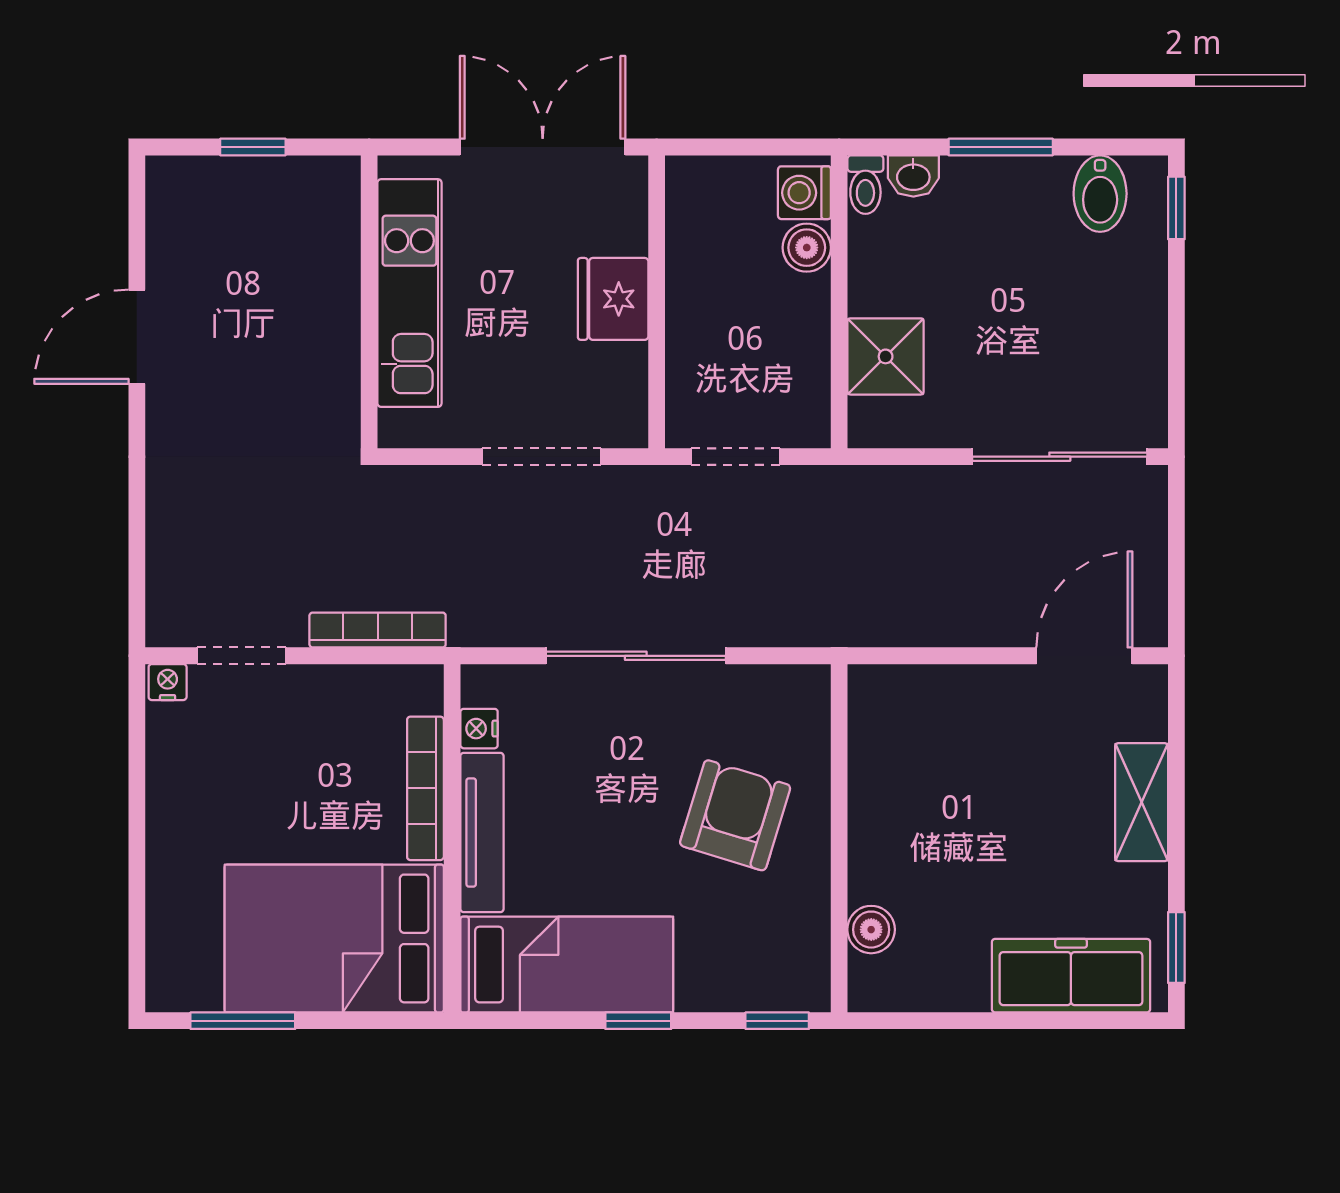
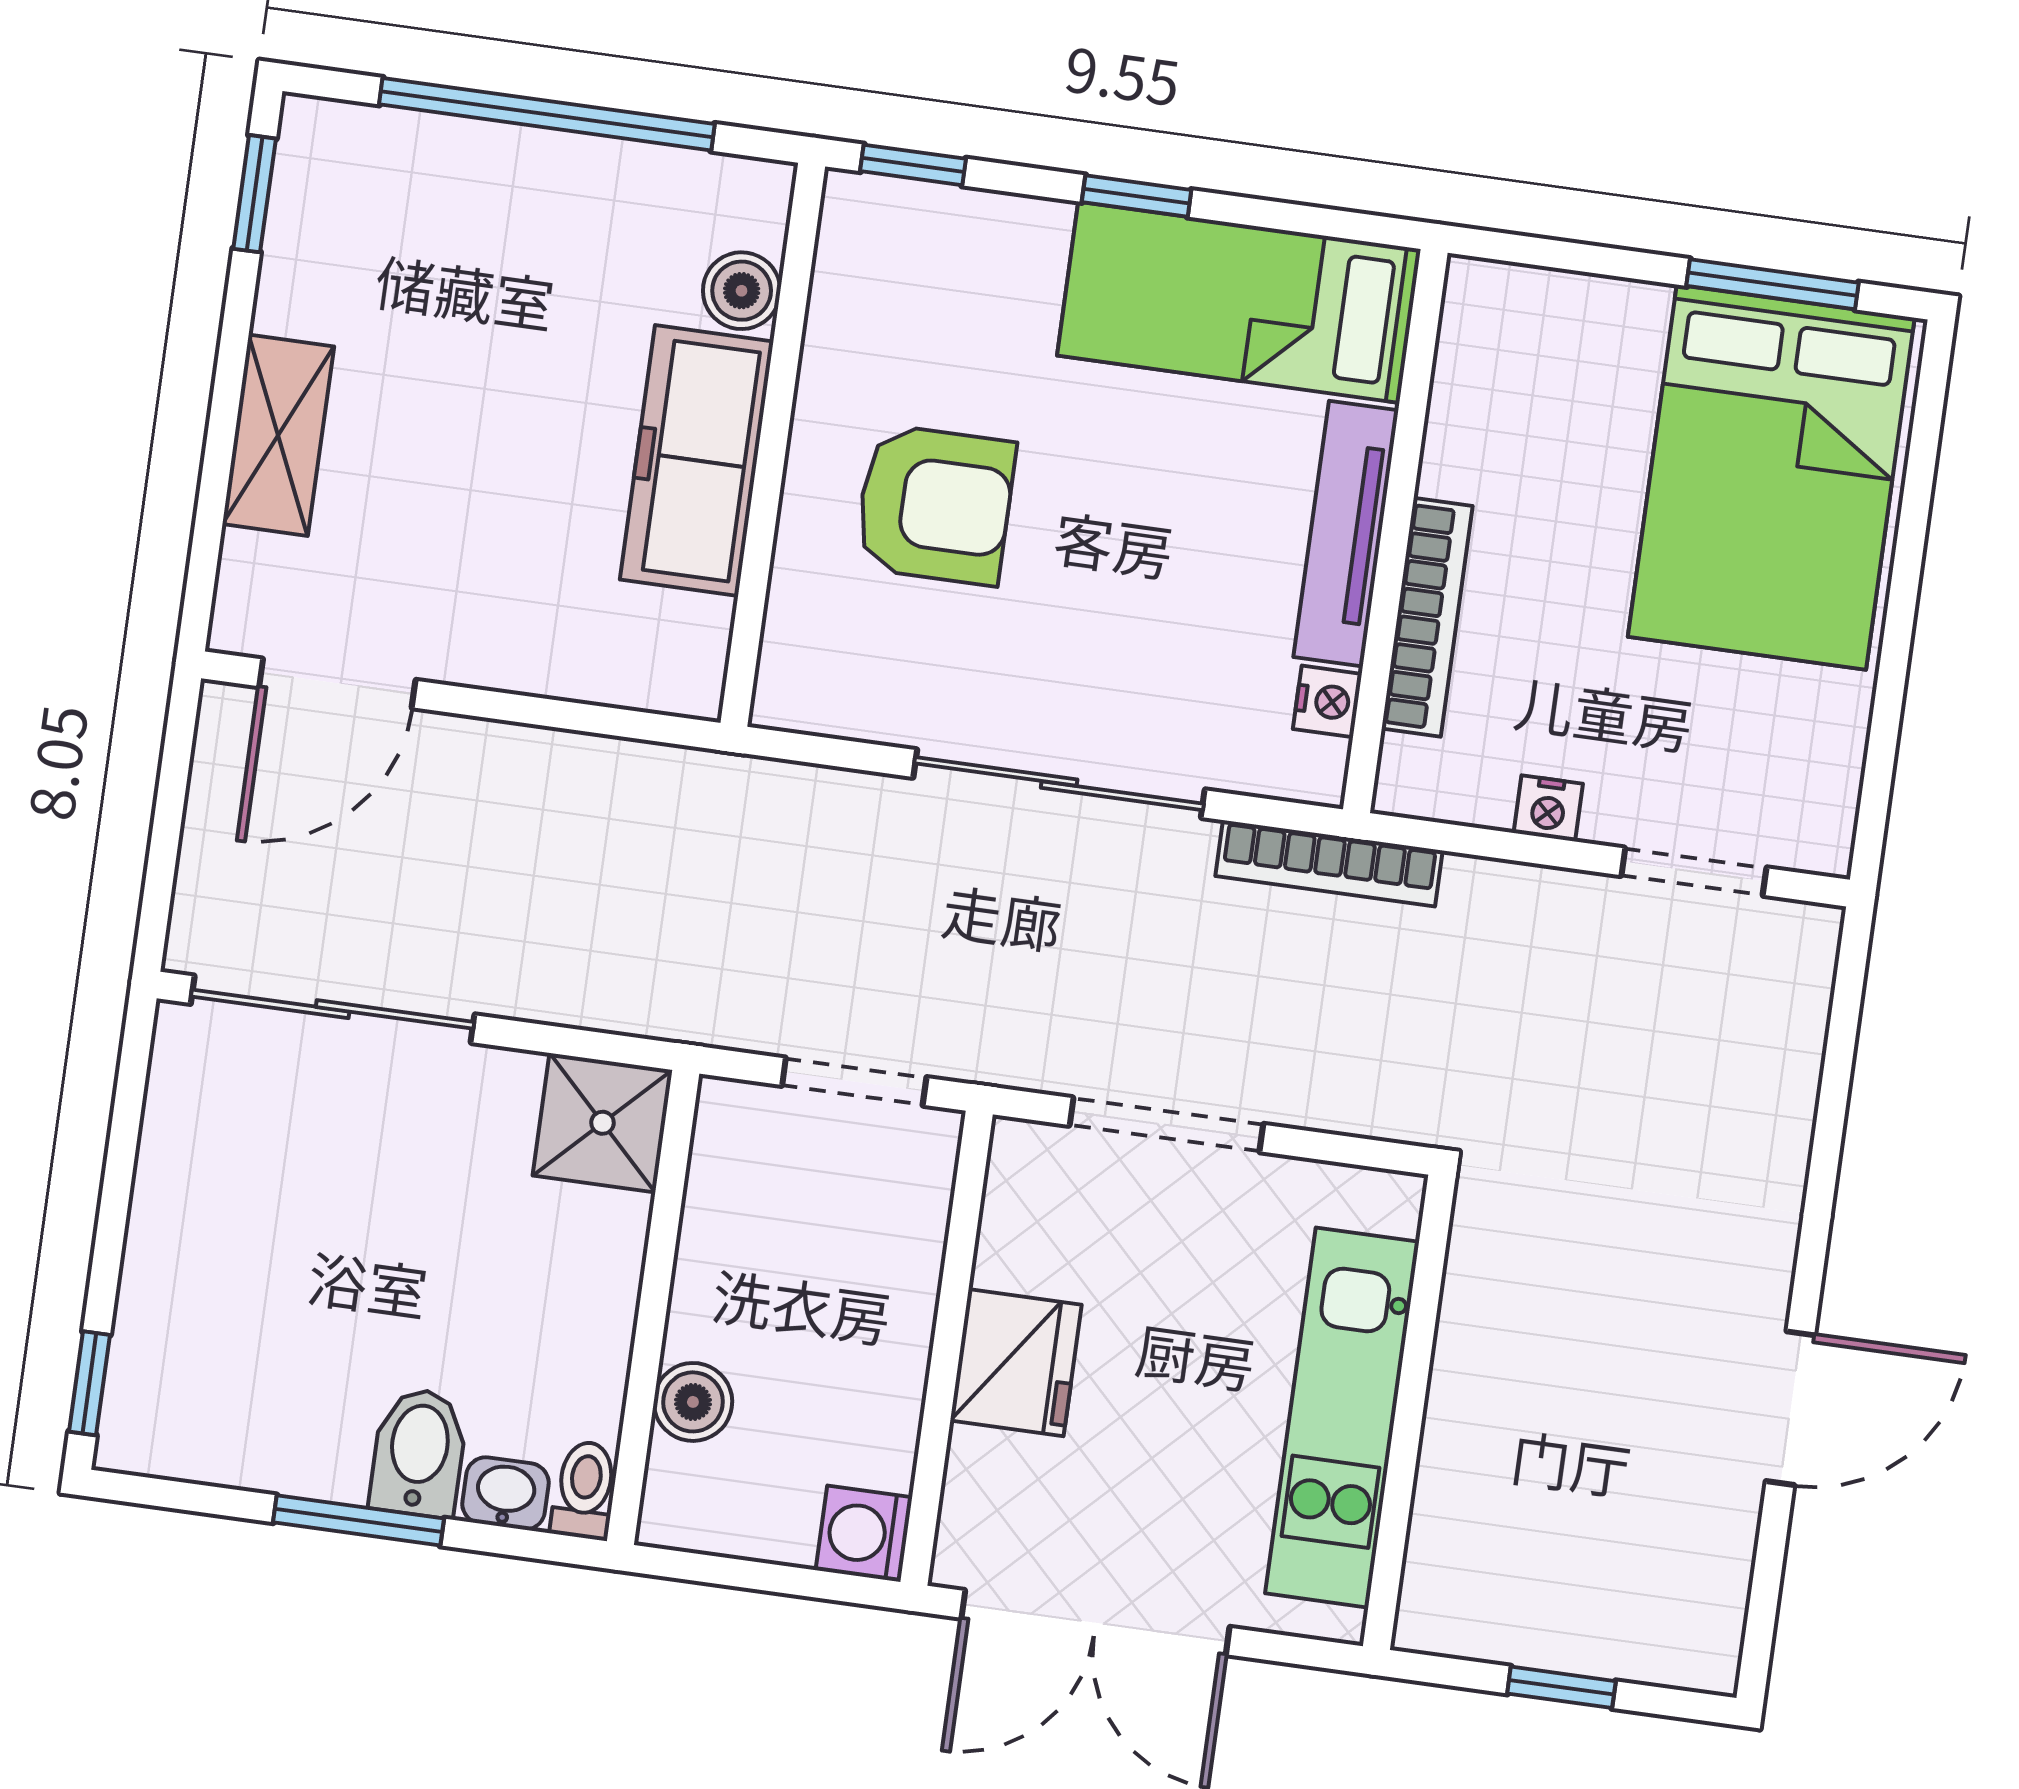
washing machine: (804, 193) -> (864, 1534), moved, turned 180
bidet: (1100, 194) -> (419, 1452), moved
shower: (886, 356) -> (603, 1123), moved
bookcase: (378, 630) -> (1329, 863), moved
nightstand: (168, 682) -> (1548, 808), moved
armchair: (735, 815) -> (935, 505), turned -107
bed: (334, 938) -> (1771, 477), moved, turned 90
freezer: (1071, 976) -> (697, 460), moved, turned 90
window: (1005, 1021) -> (547, 114), added

